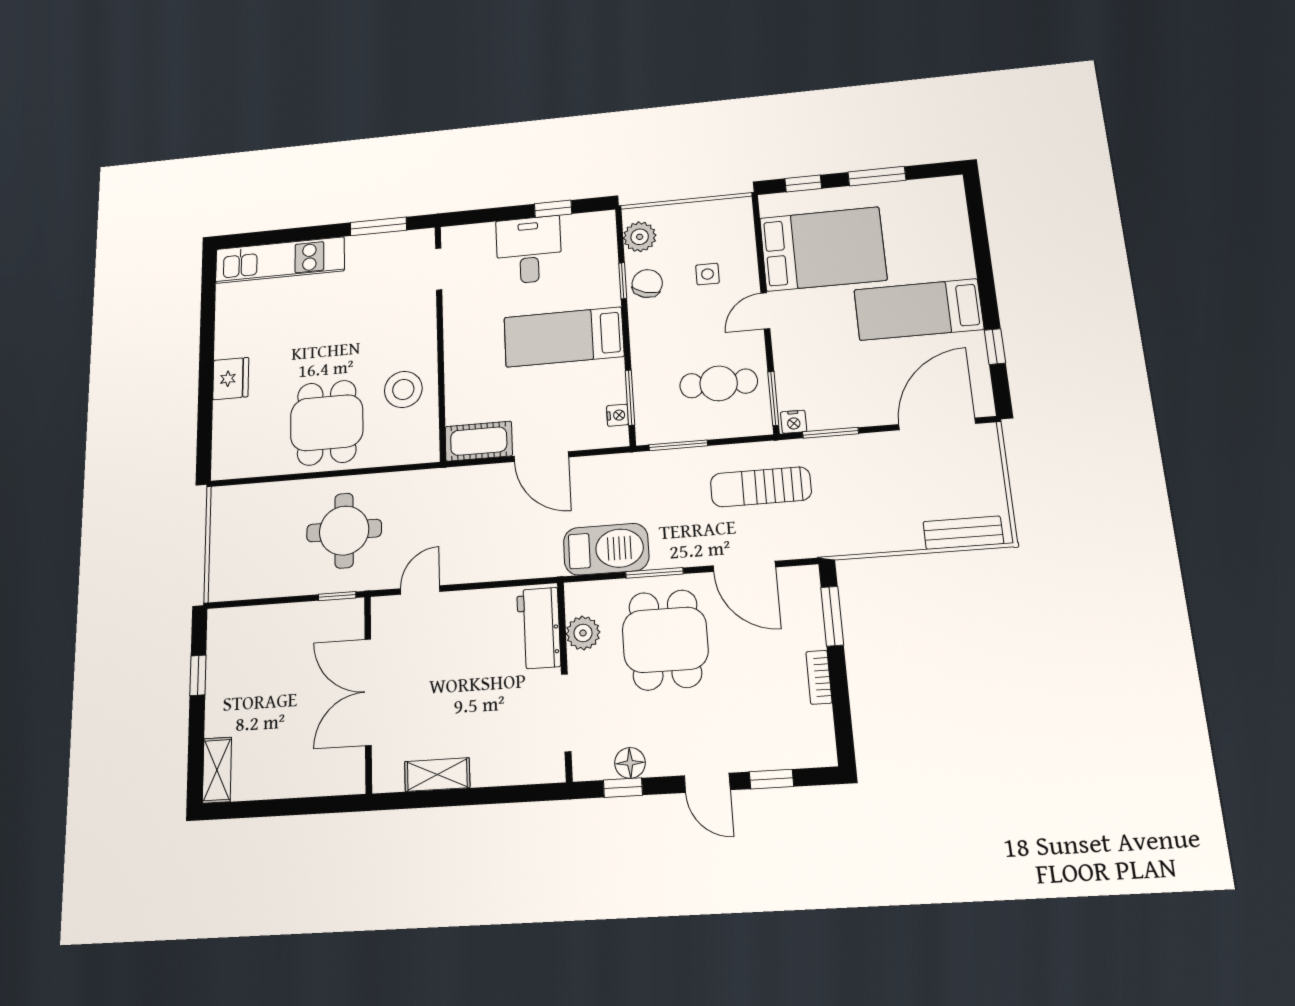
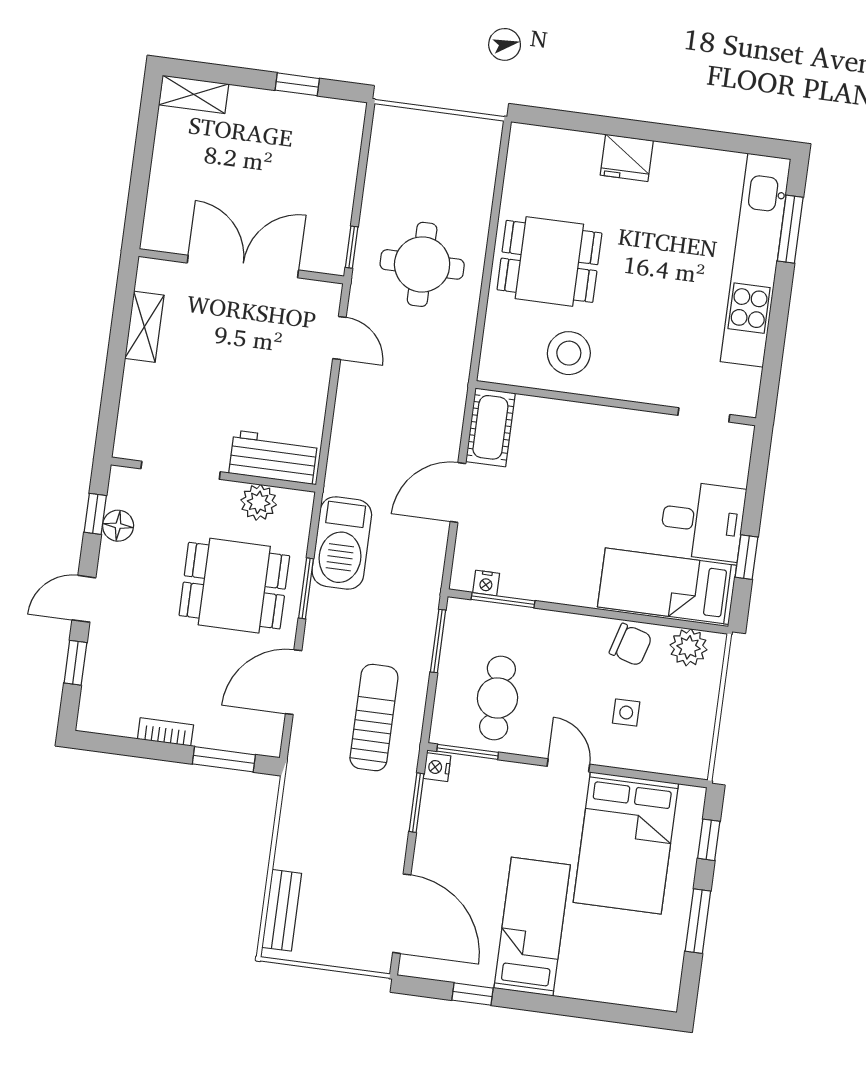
window: (378, 226) -> (790, 229), moved
kitchen unit: (280, 260) -> (755, 260), width x1.36
window: (623, 281) -> (640, 618), removed
bed: (564, 337) -> (667, 586), moved, turned -90

